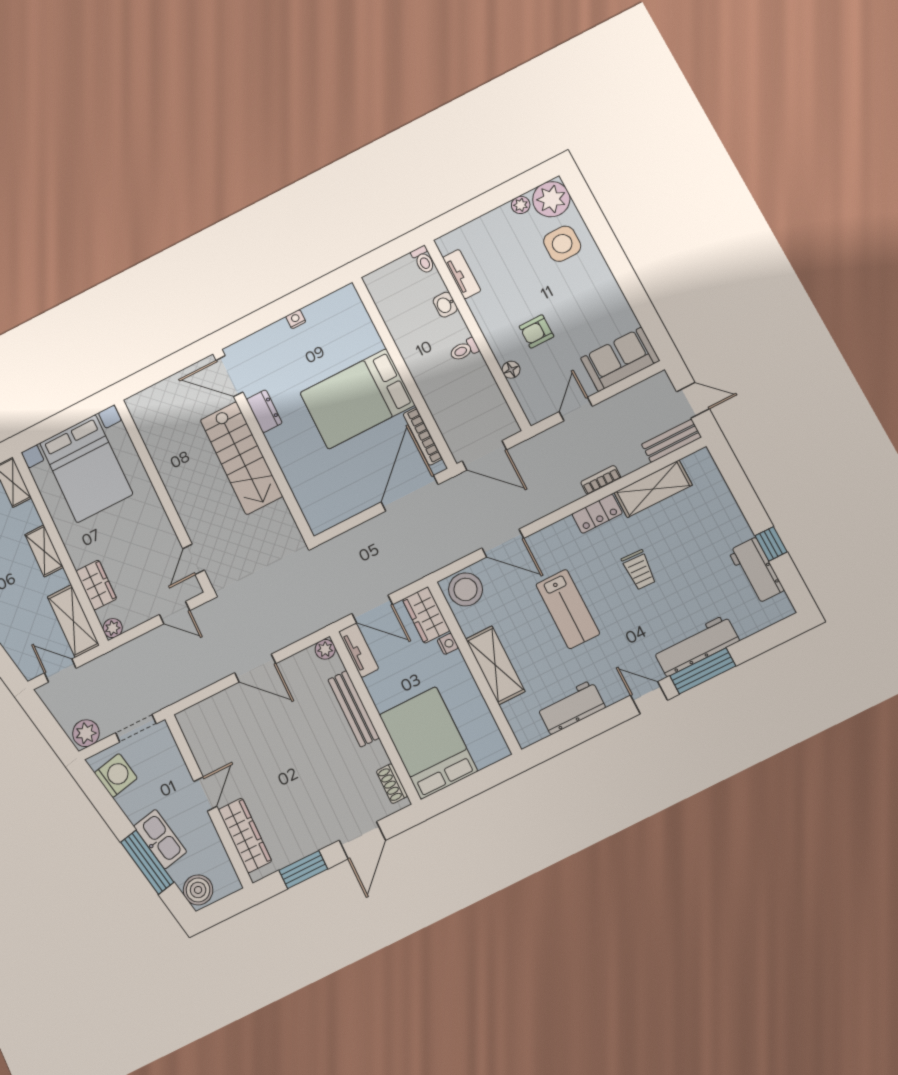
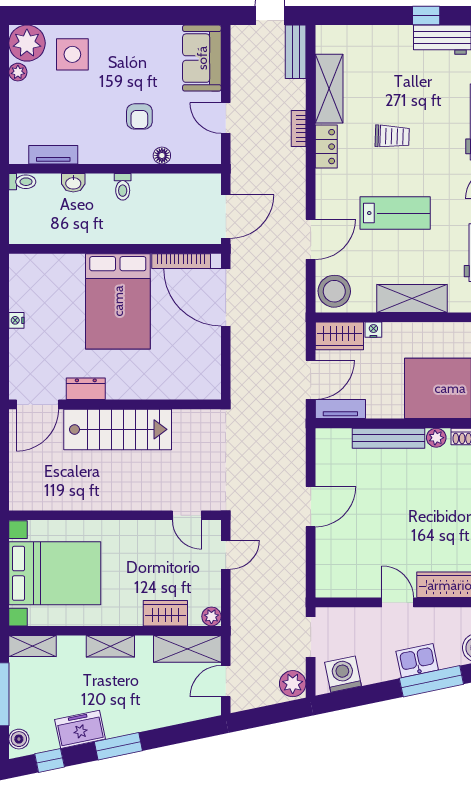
plant: (325, 649) -> (436, 438), moved
kitchen sink: (160, 839) -> (417, 661), width x0.73

